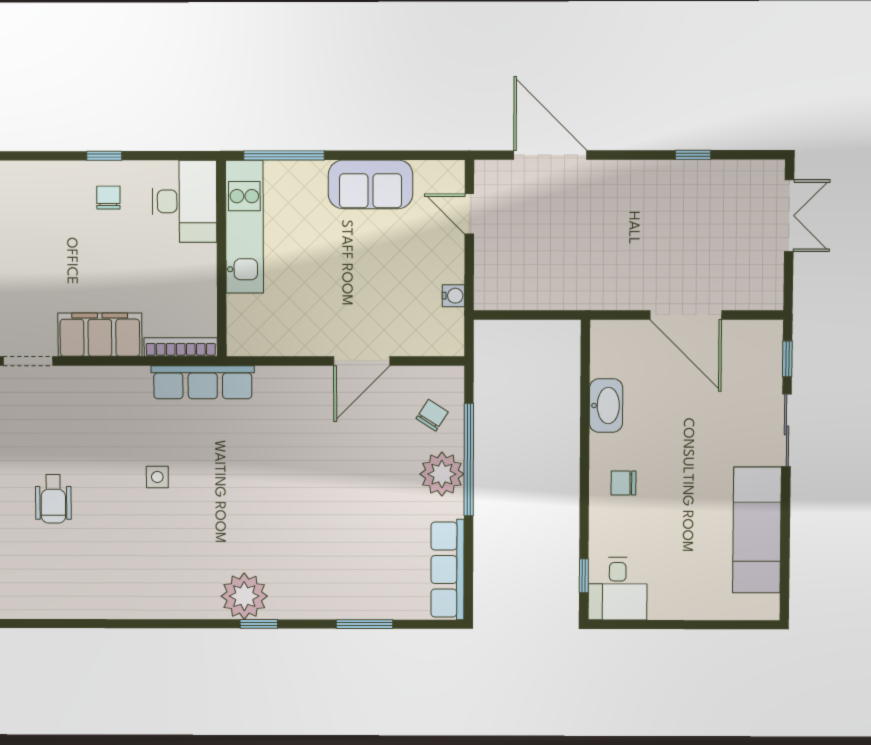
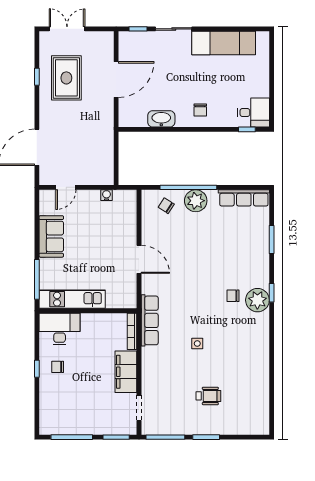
rug: (690, 214) -> (66, 78), added
door: (362, 361) -> (139, 259), moved
chair: (253, 548) -> (233, 296), added

